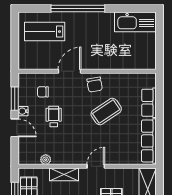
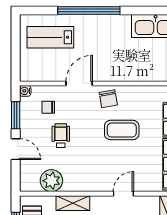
water cooler: (23, 111) -> (25, 91), moved
coffee table: (106, 112) -> (122, 130), turned 34
plant: (46, 160) -> (51, 181), width x1.88, depth x1.88
door: (96, 166) -> (123, 194), moved

